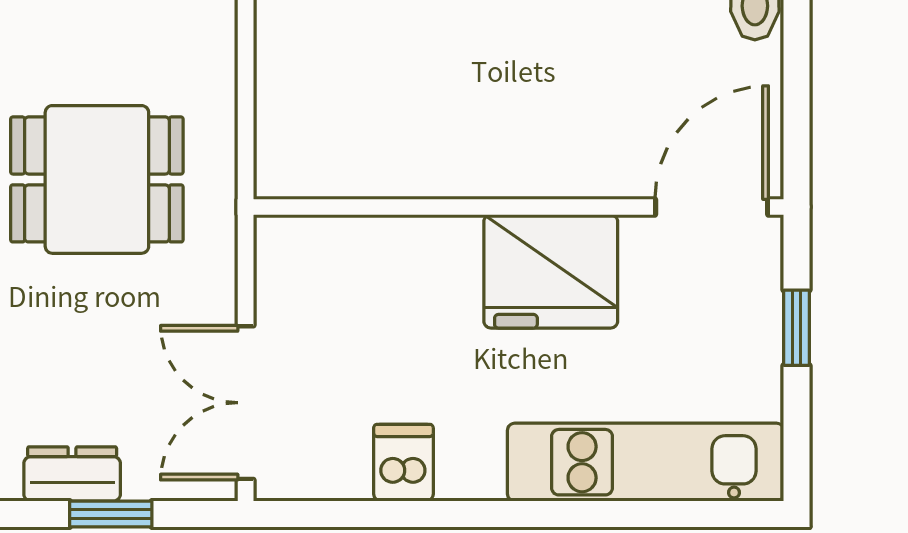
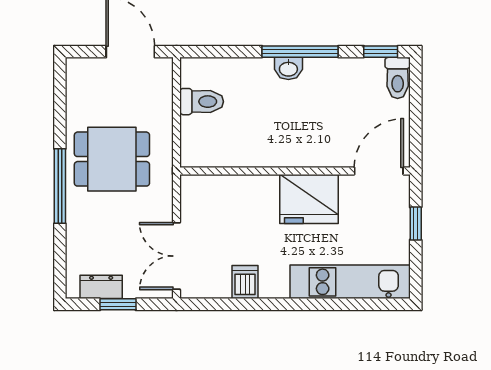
toilet: (303, 47) -> (202, 102), added

